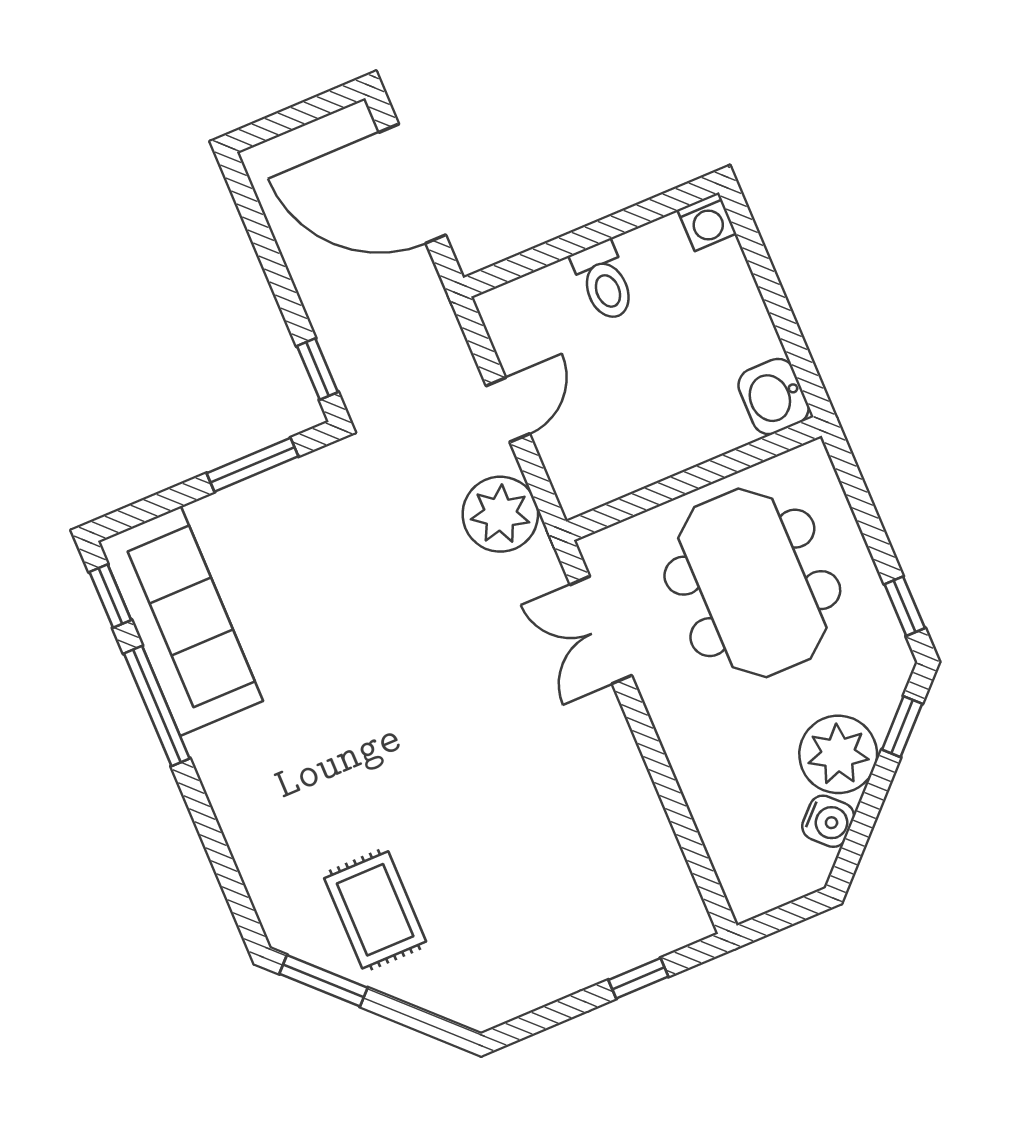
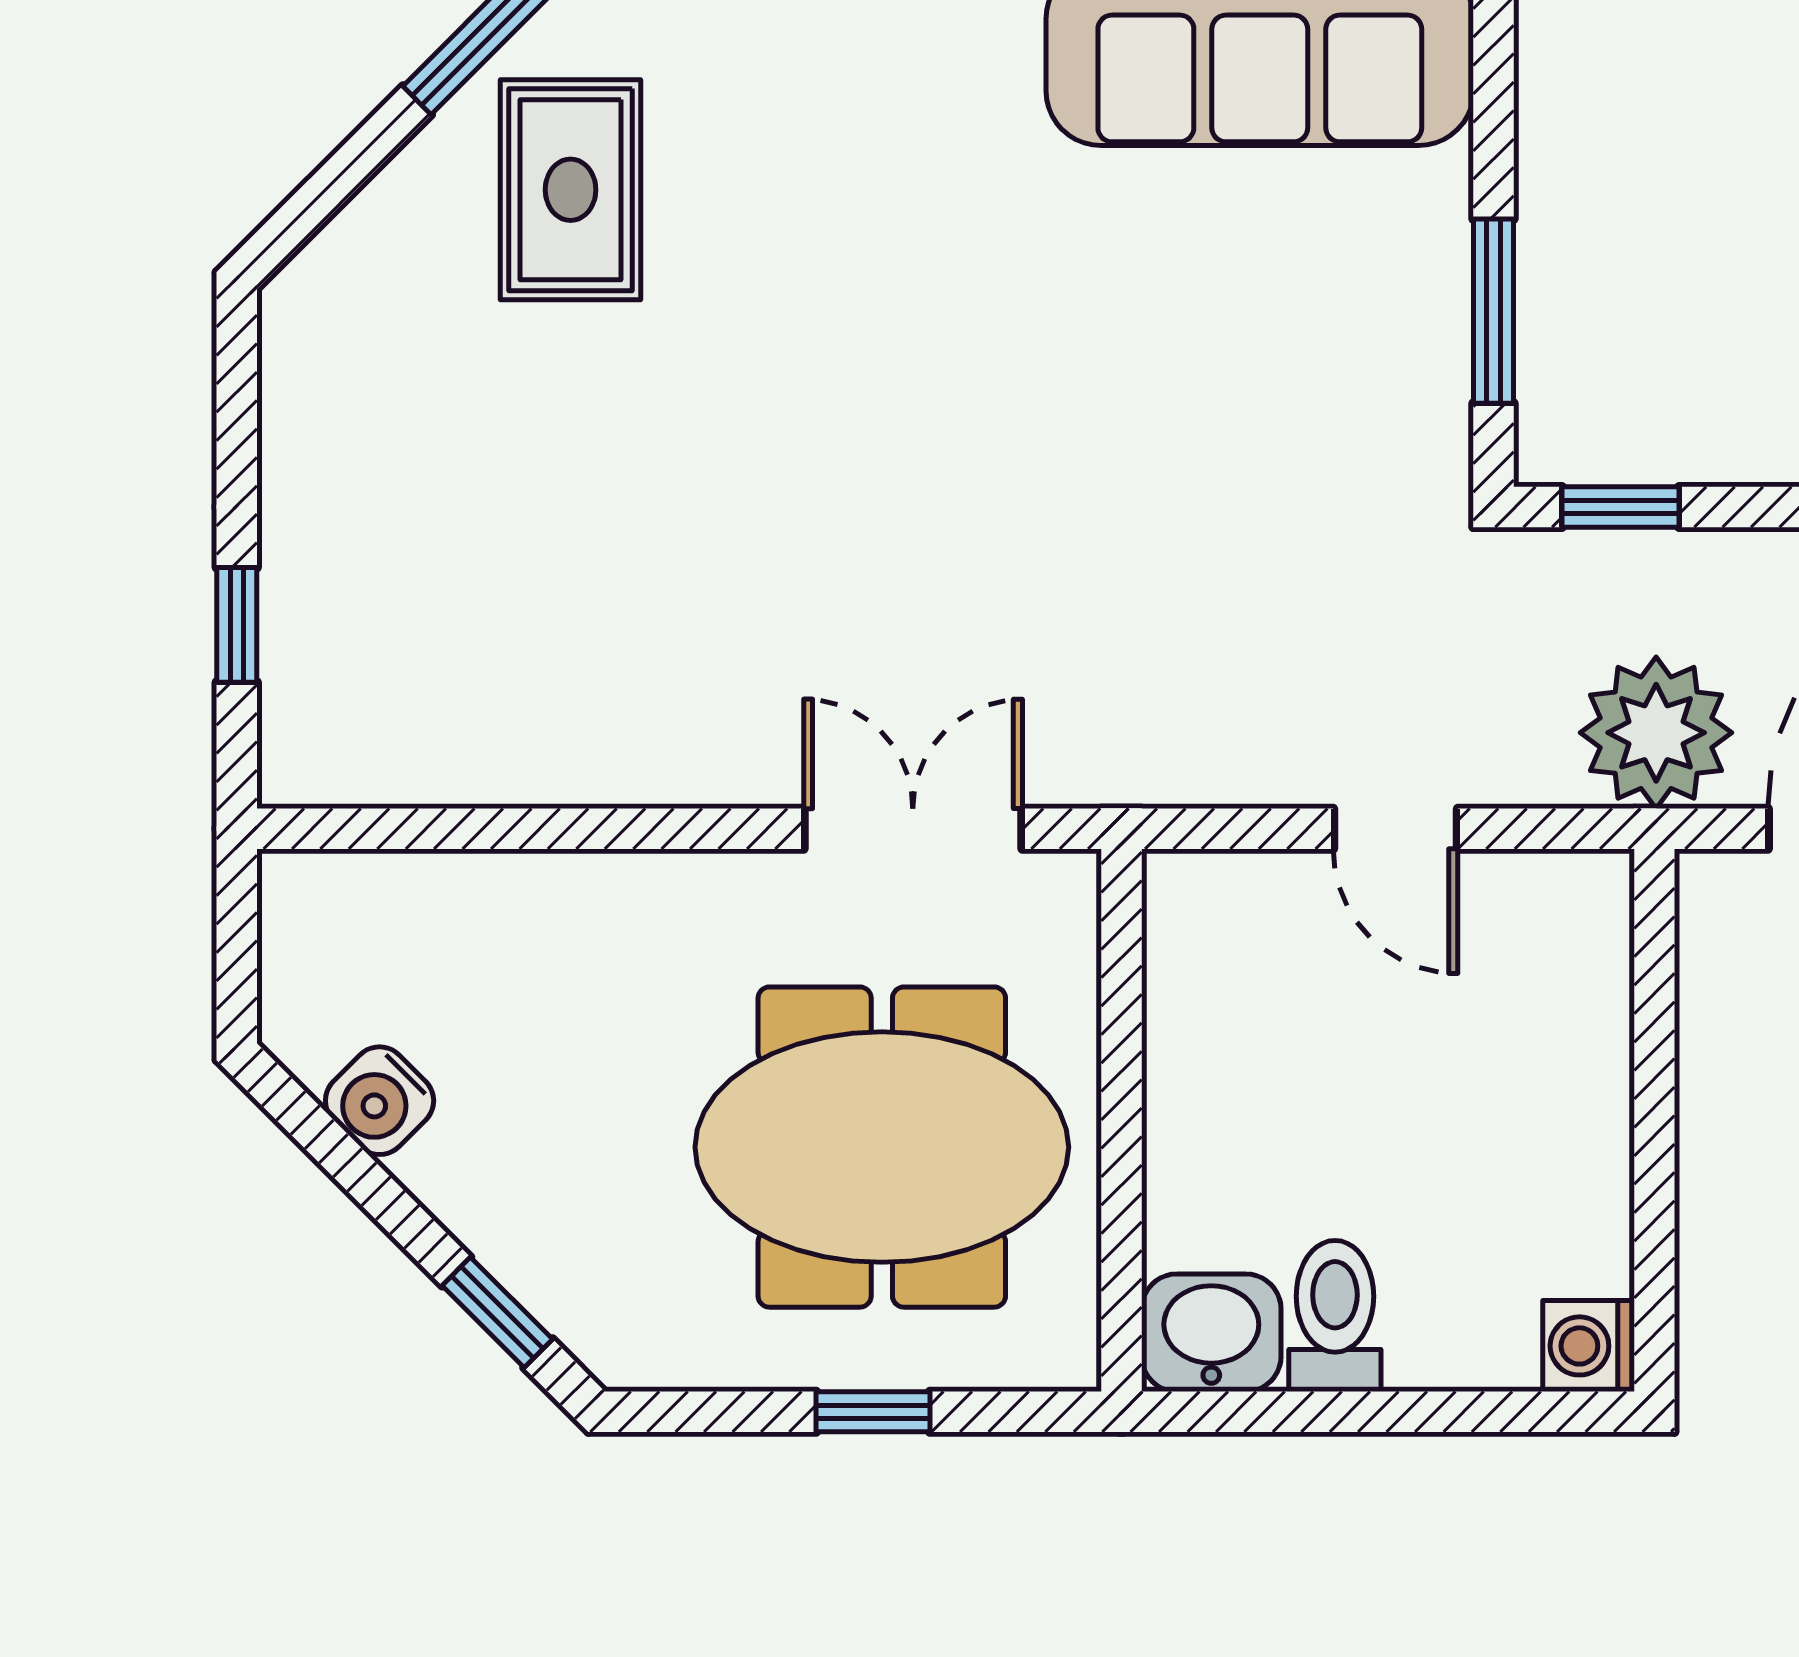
toilet: (604, 281) -> (1335, 1316), moved, turned 90
plant: (500, 514) -> (1656, 733), moved
window: (905, 606) -> (873, 1412), moved
plant: (838, 754) -> (496, 1172), removed
rug: (375, 910) -> (571, 190), turned 90

